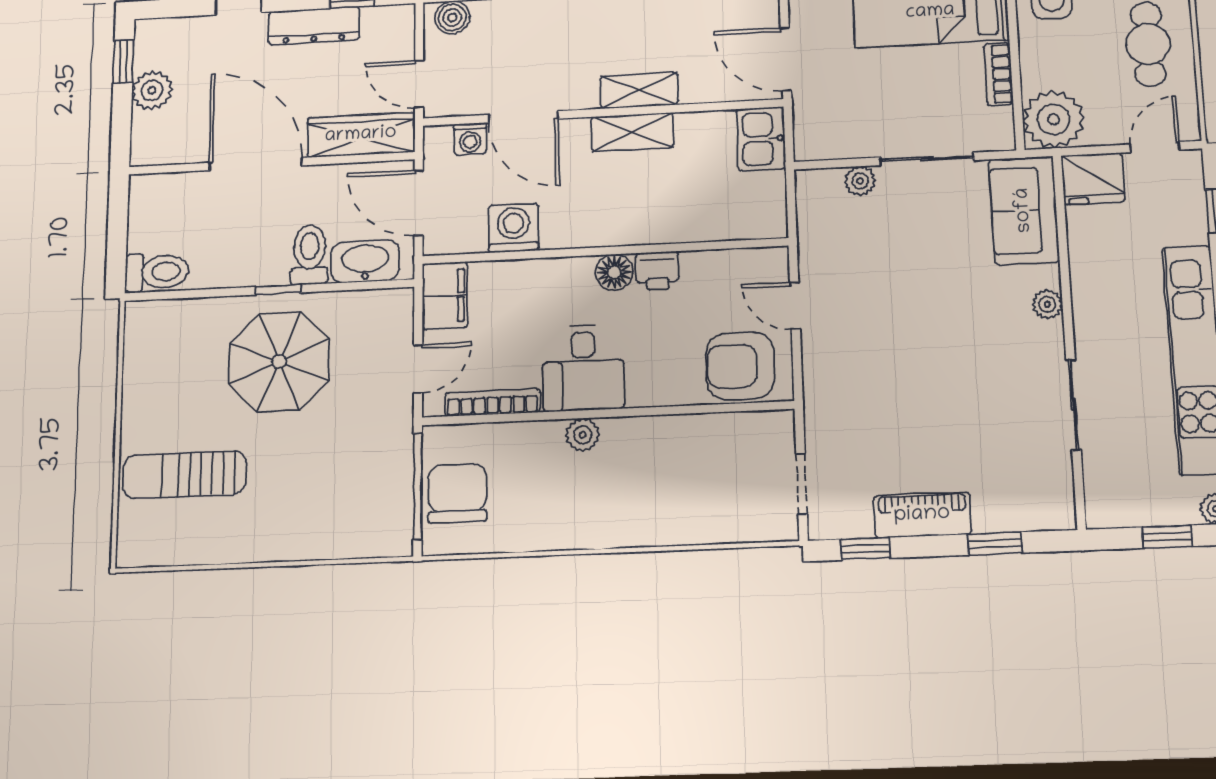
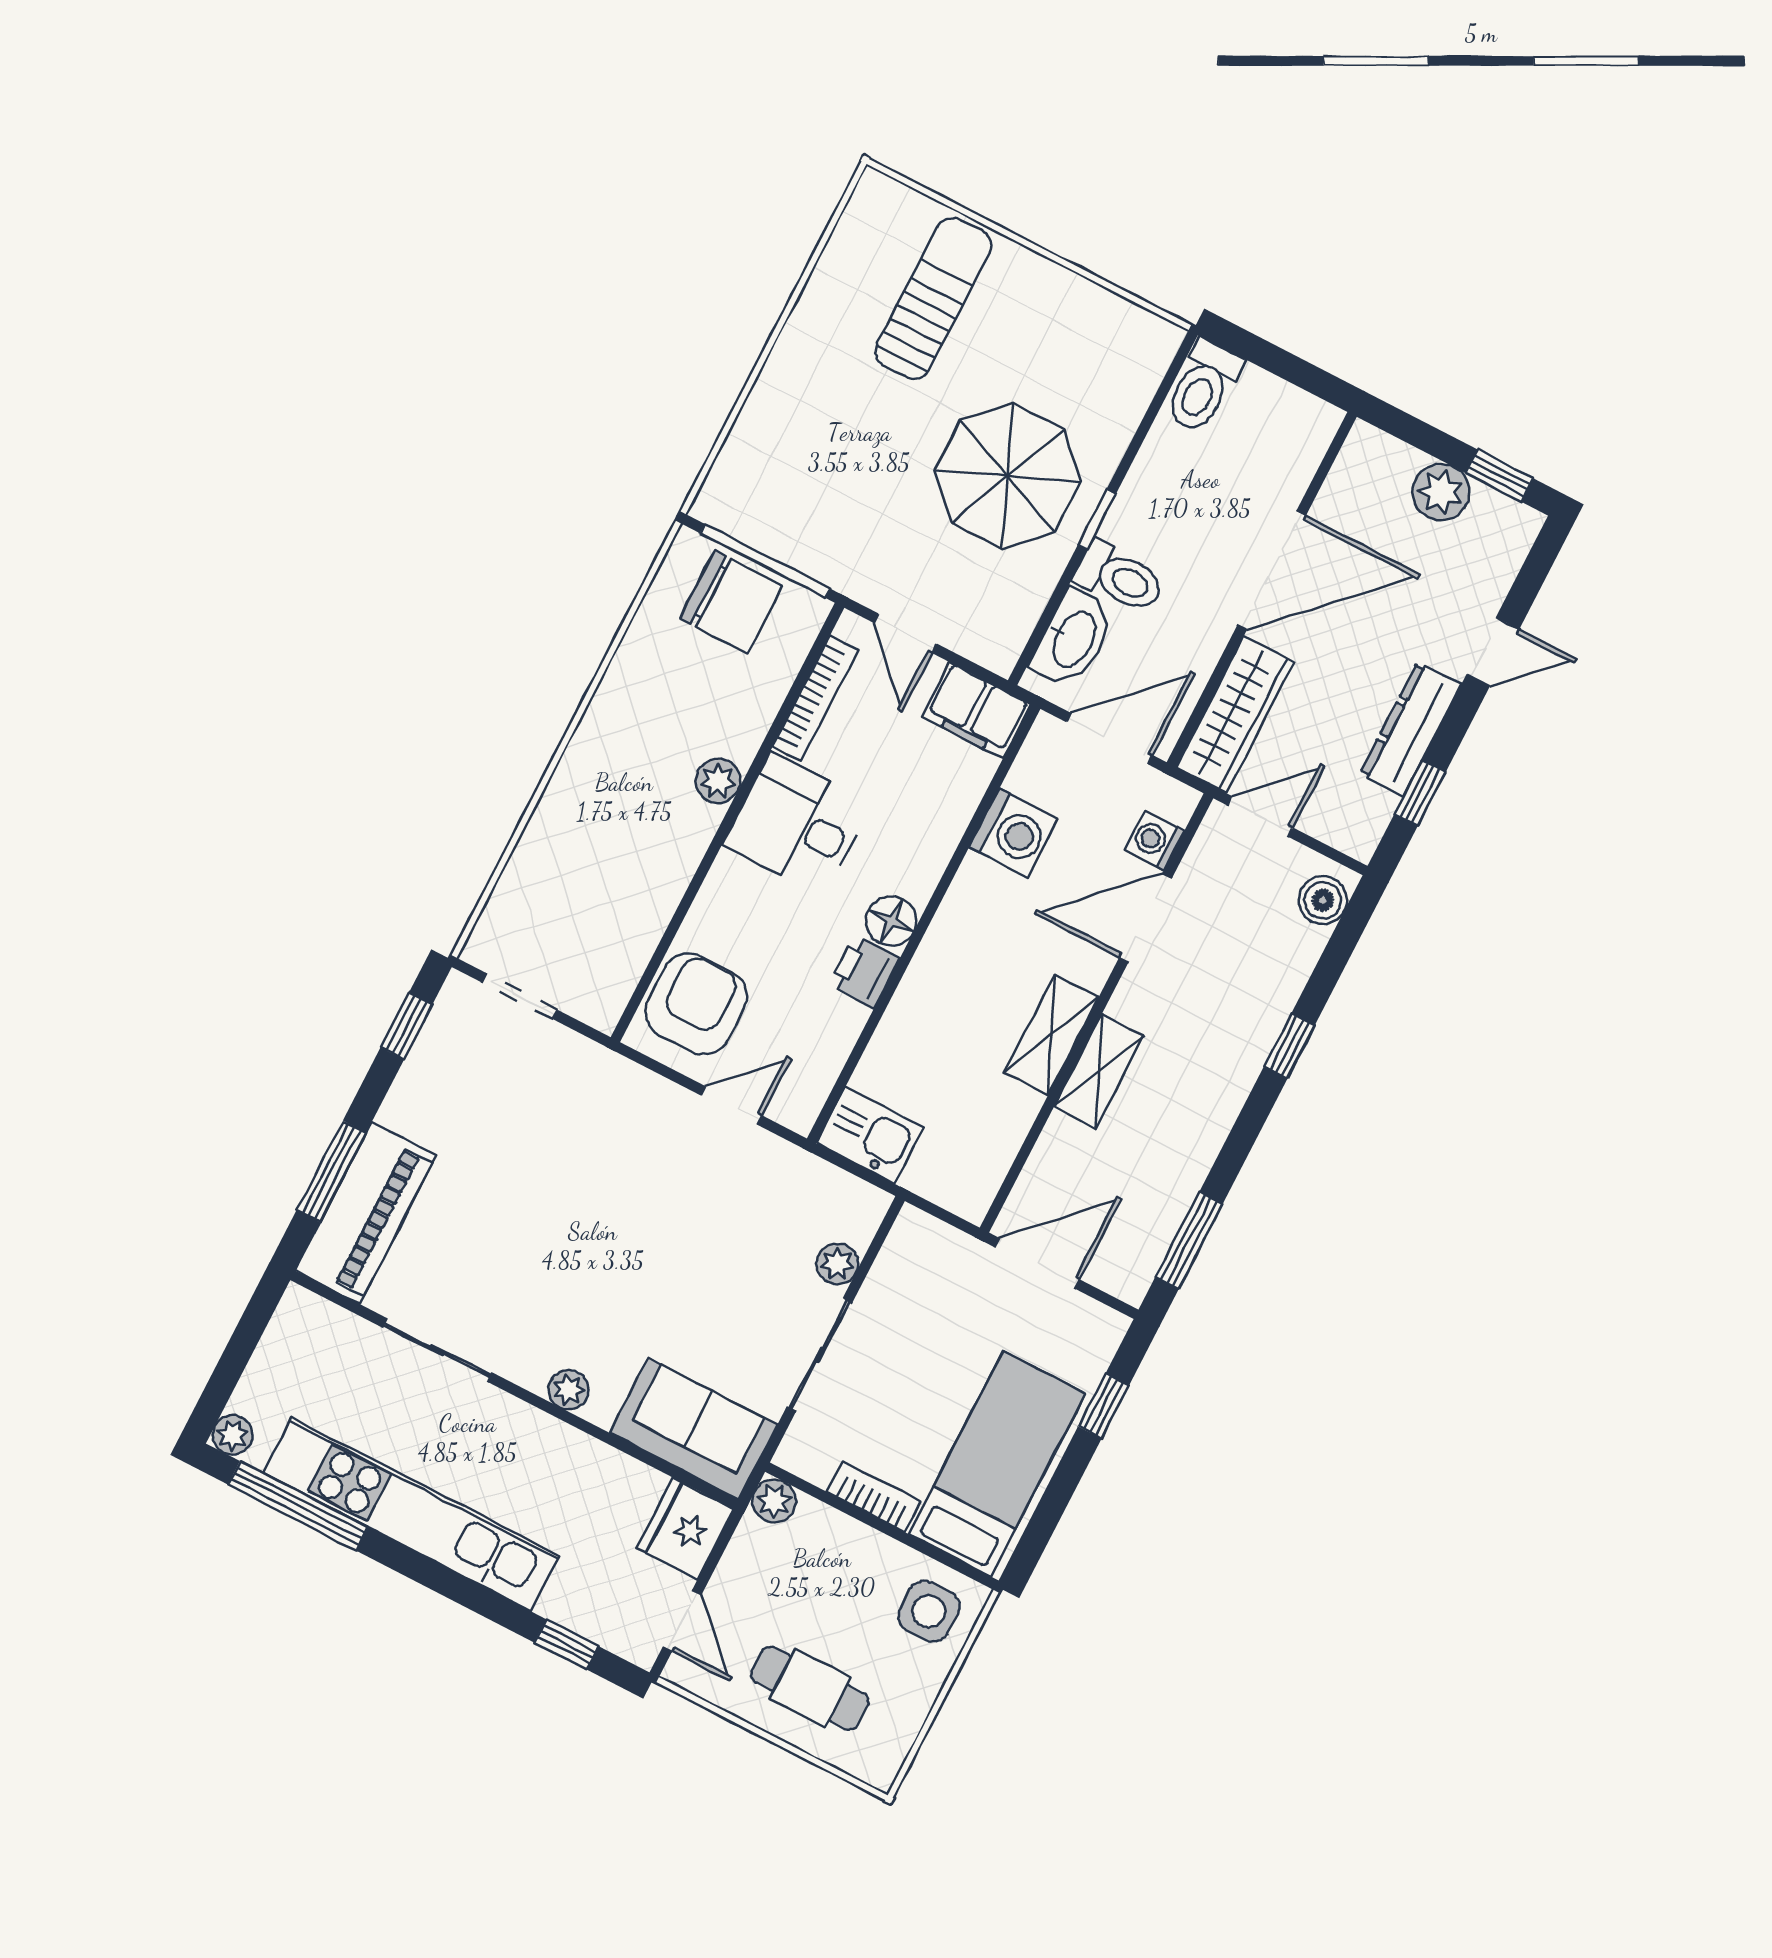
plant: (1053, 119) -> (774, 1501), width x0.53, depth x0.53
kitchen sink: (761, 139) -> (870, 1135), moved
piano: (922, 515) -> (366, 1213), moved, width x1.37, depth x1.33
window: (1167, 537) -> (232, 1363), removed
window: (995, 544) -> (331, 1171), width x1.50

